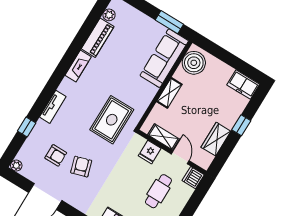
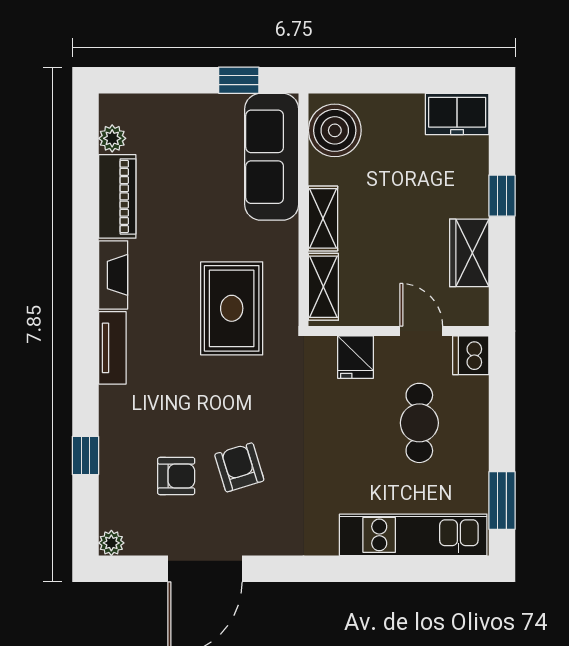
window: (169, 22) -> (239, 80), width x0.67
tv unit: (53, 107) -> (112, 348), moved
rug: (112, 120) -> (232, 308), moved
shelving: (164, 137) -> (323, 287), moved, turned 90

